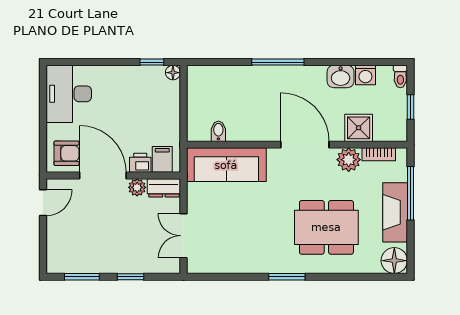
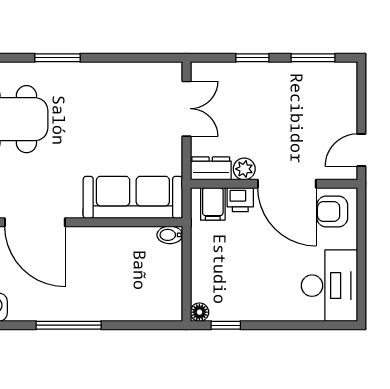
bidet: (218, 131) -> (170, 235), moved, turned 90

